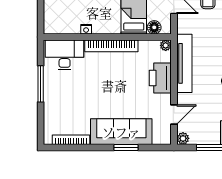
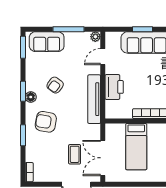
floor lamp: (154, 27) -> (119, 129), removed
plant: (166, 45) -> (110, 114), removed

